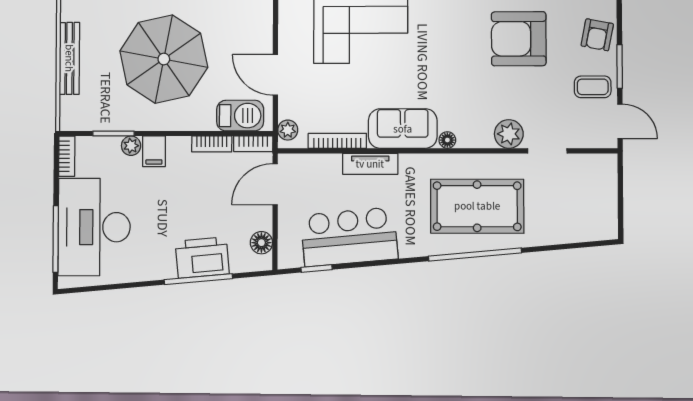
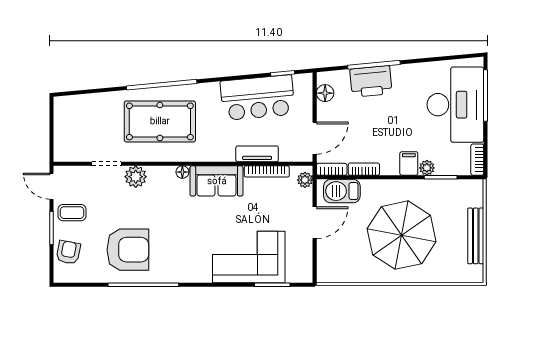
door: (275, 75) -> (315, 223), hinge flipped
tv unit: (370, 164) -> (257, 154), moved

